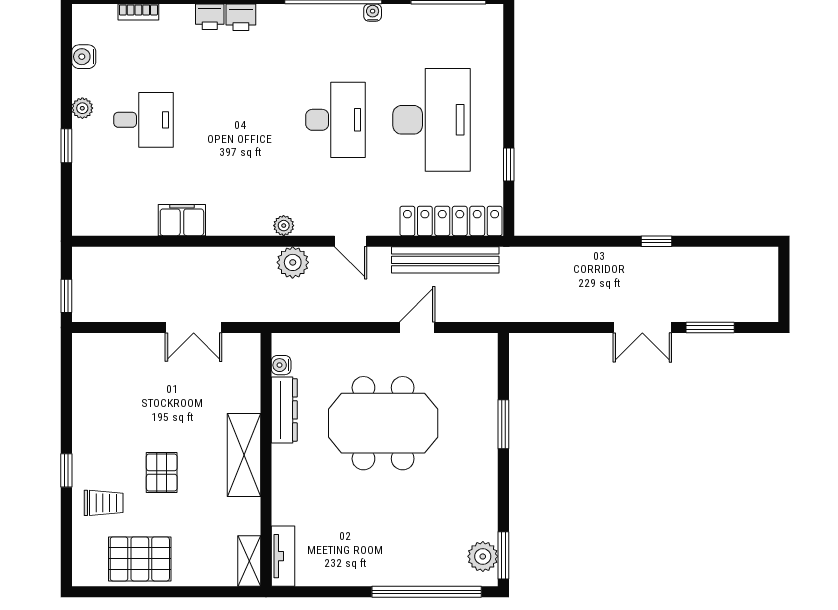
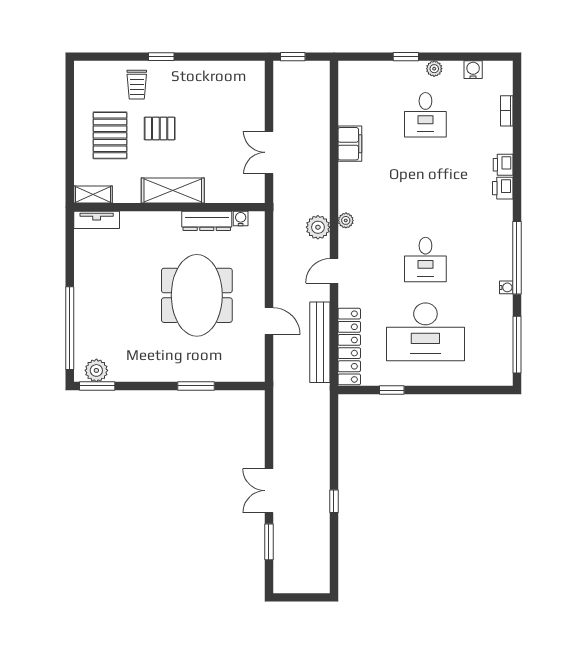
desk: (336, 120) -> (425, 260), width x0.73
pallet: (140, 559) -> (110, 135), moved

